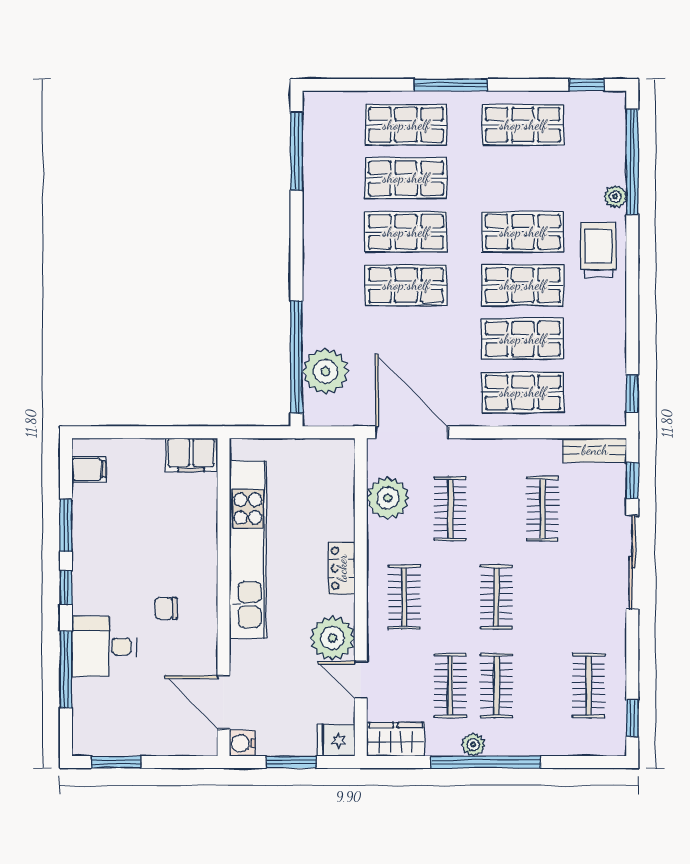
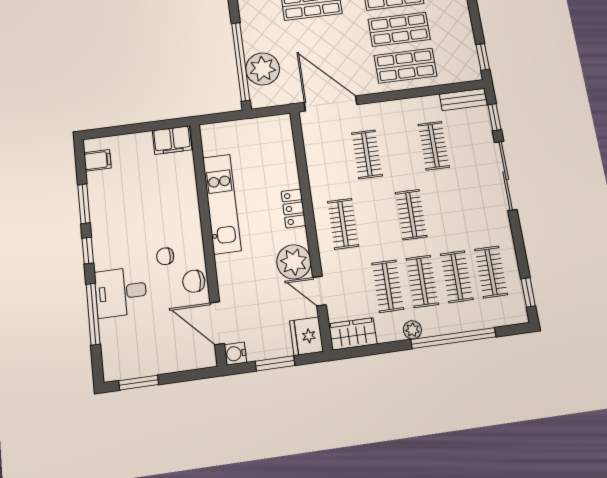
plant: (388, 498) -> (320, 153), removed
kitchen unit: (248, 549) -> (222, 204), width x0.73
chair: (199, 645) -> (194, 281), added
clothes rail: (543, 686) -> (457, 277), added
fridge: (336, 740) -> (306, 336), width x1.38
window: (486, 762) -> (453, 338), moved

